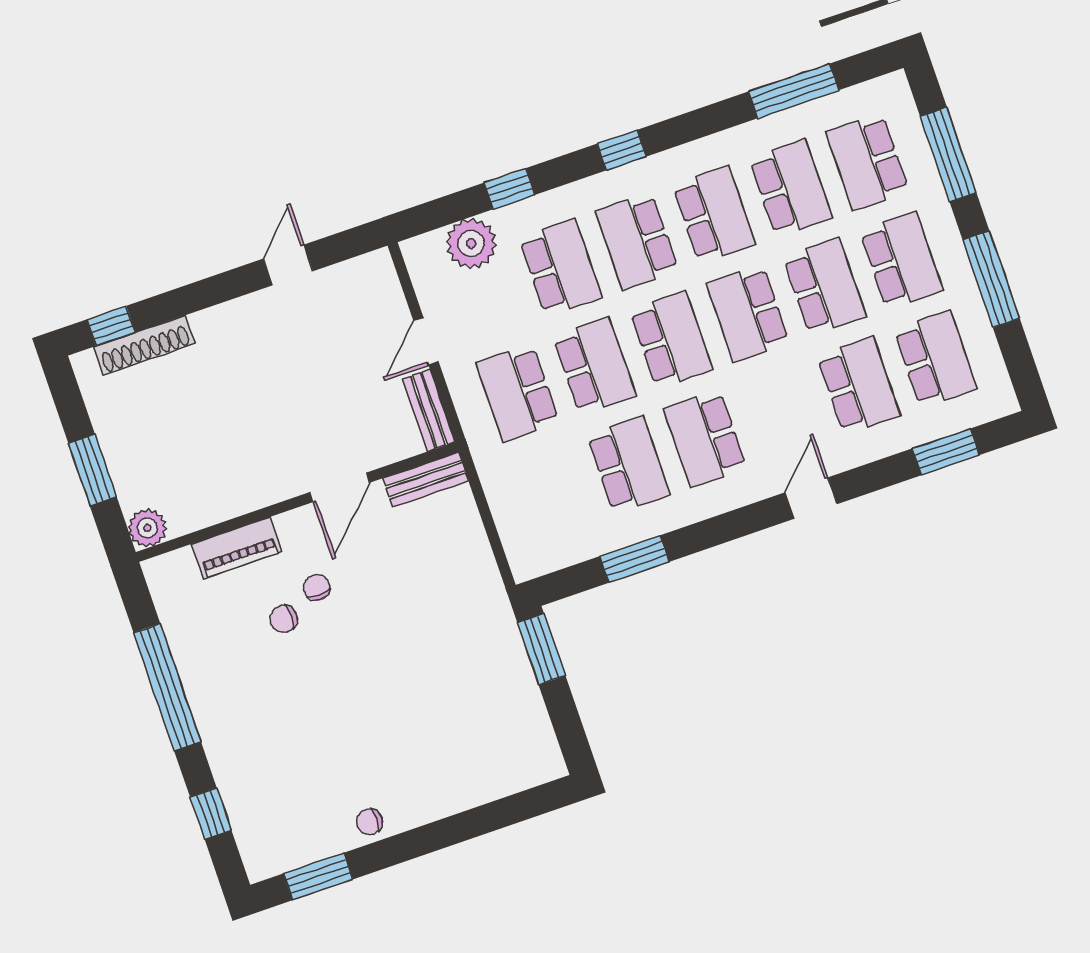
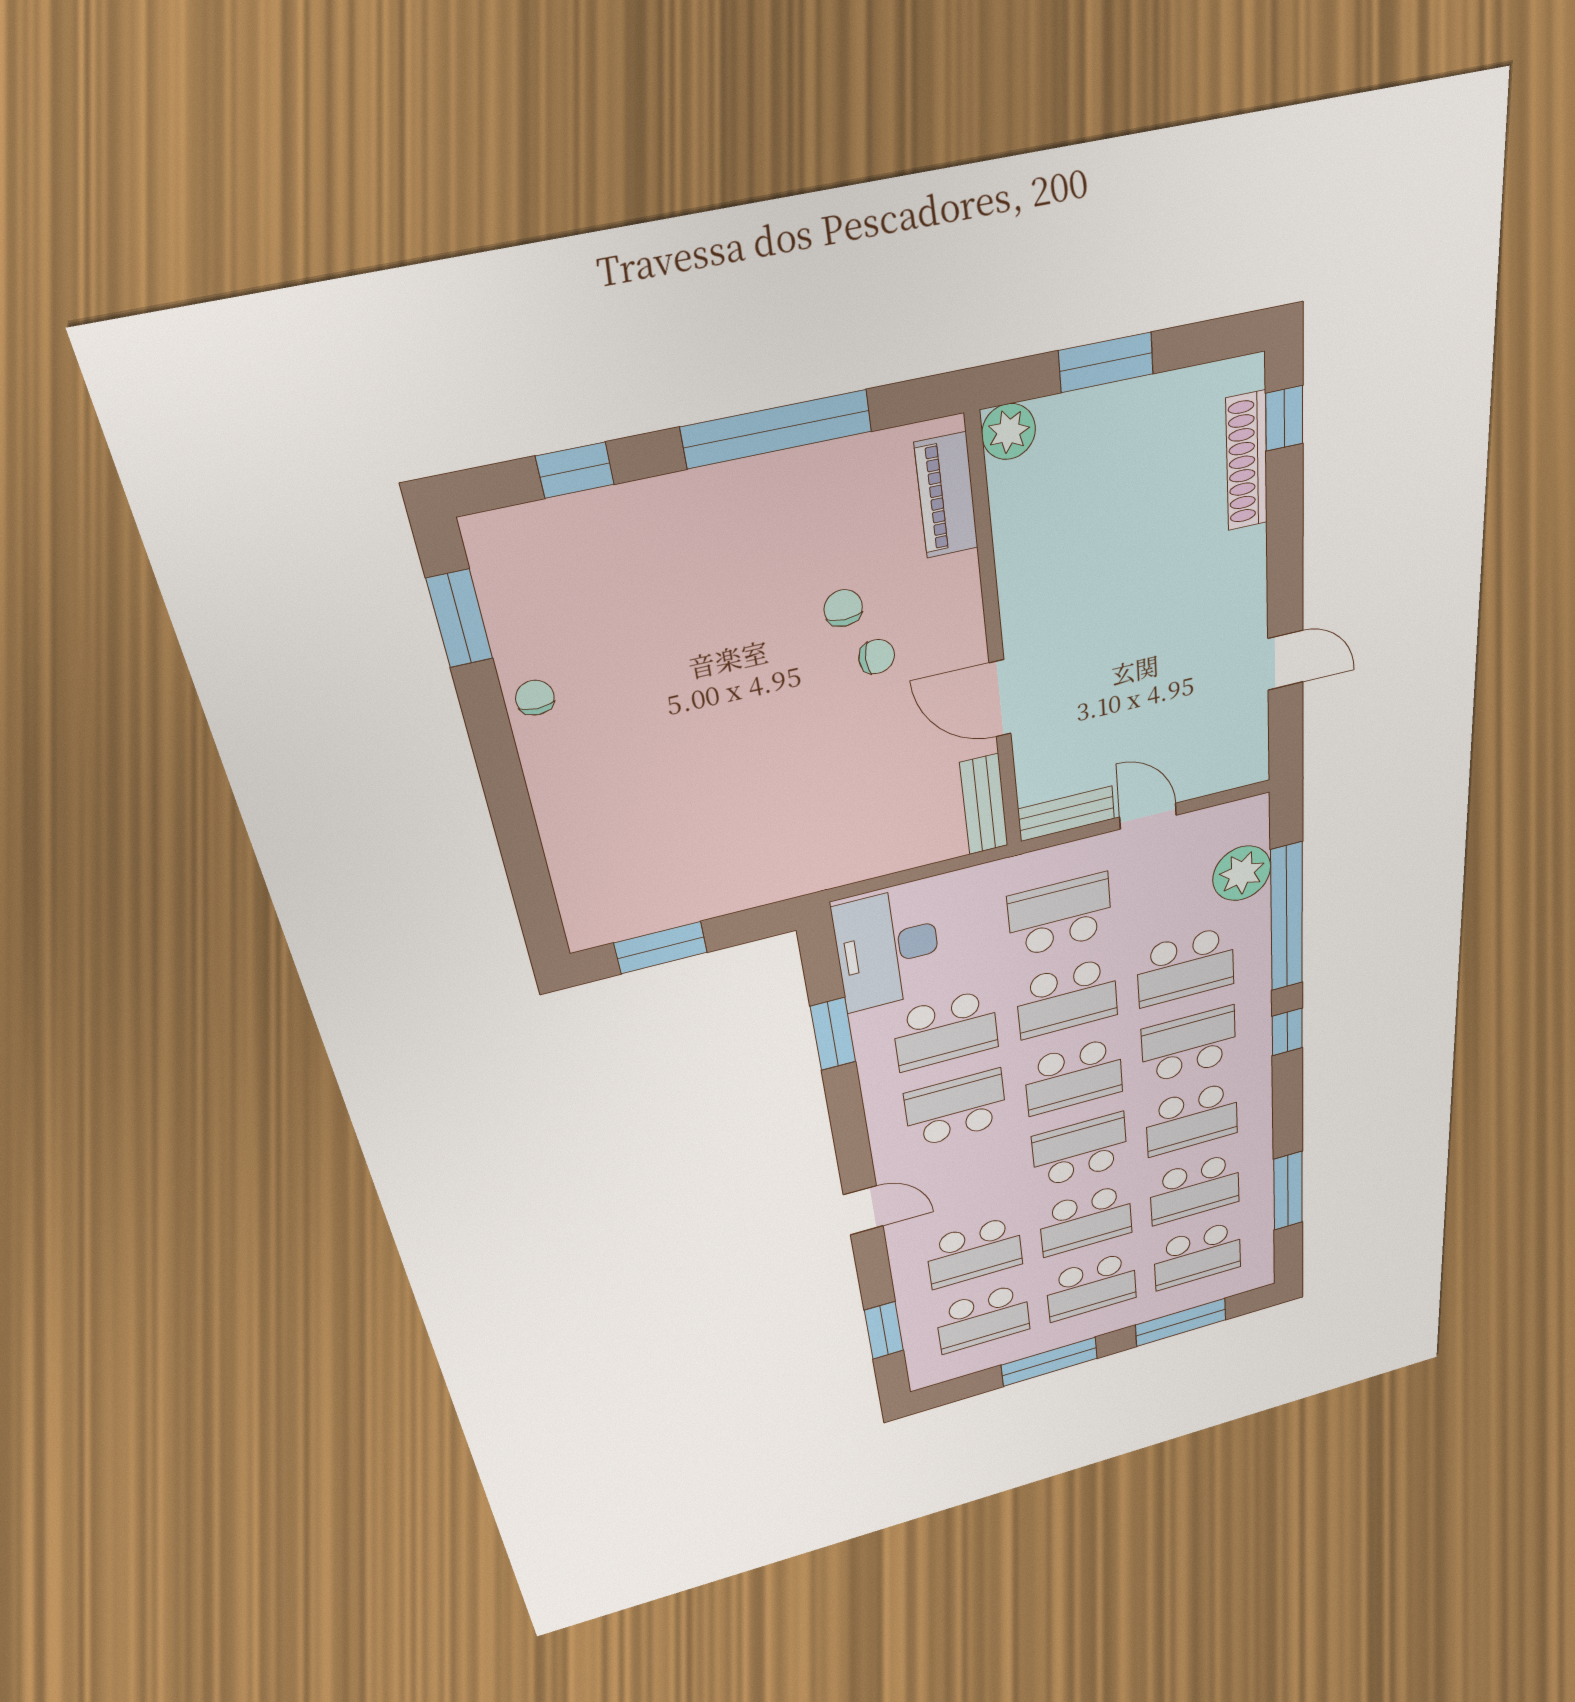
school desk: (867, 162) -> (1198, 1255), turned 180
window: (510, 189) -> (1287, 917), width x3.17
desk: (555, 530) -> (888, 949), added
piano: (237, 548) -> (946, 496), moved
window: (541, 649) -> (661, 948), moved

